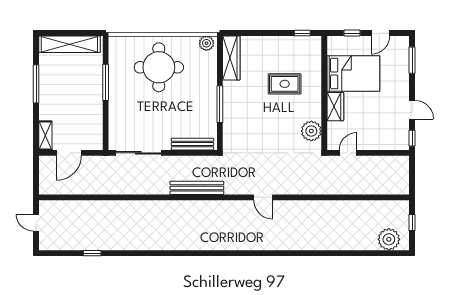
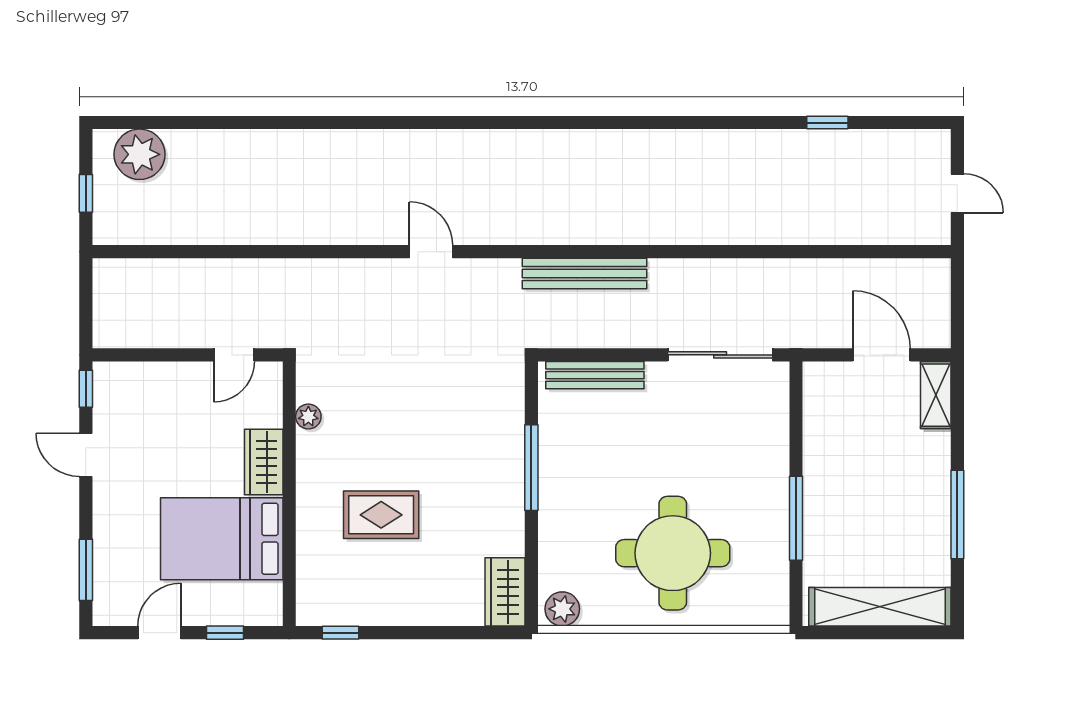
wardrobe: (231, 58) -> (505, 592), width x0.67
plant: (311, 131) -> (308, 416), width x0.53, depth x0.53
door: (69, 153) -> (881, 355), hinge flipped

